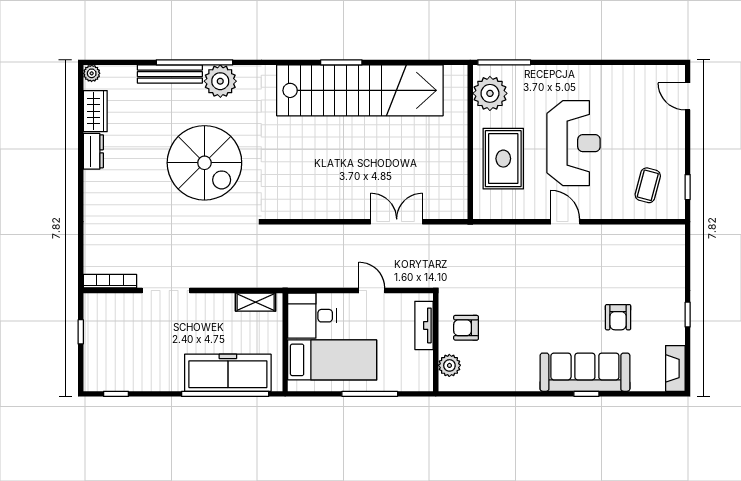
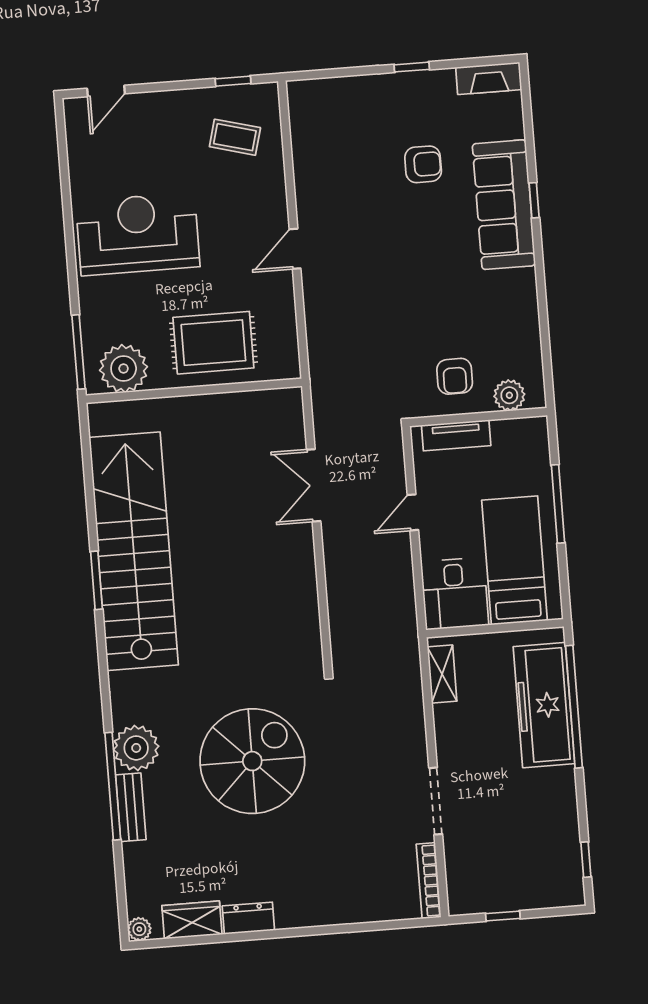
bench: (170, 74) -> (131, 807), width x0.73
reception desk: (573, 143) -> (138, 234), moved

